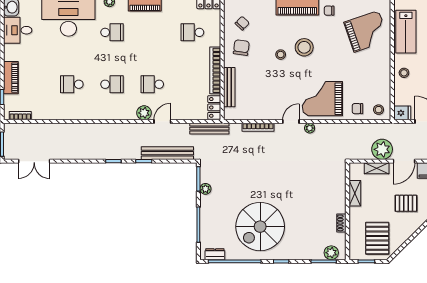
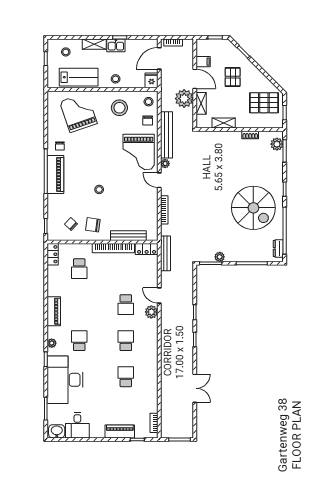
stool: (304, 47) -> (119, 108), moved
school desk: (72, 84) -> (126, 377), turned 180
bench: (167, 153) -> (166, 135), moved
double door: (34, 161) -> (195, 388), moved

